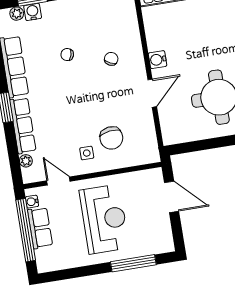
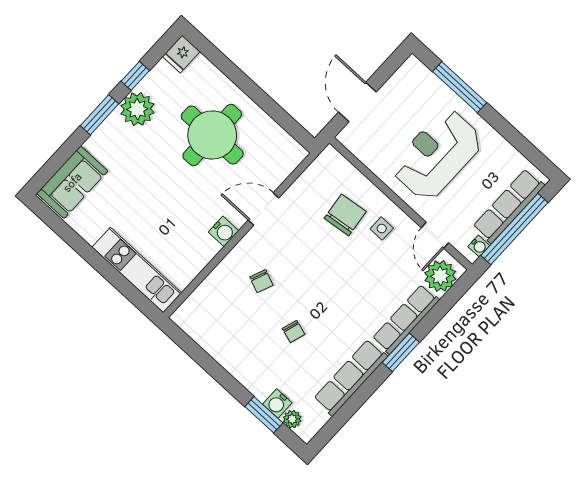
chair: (111, 59) -> (261, 281), turned -93
plant: (26, 161) -> (440, 276), width x1.87, depth x1.87
row of seats: (40, 228) -> (509, 206), width x1.48

